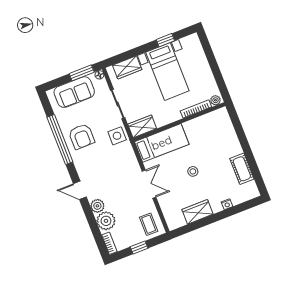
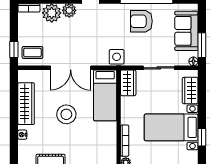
side table: (117, 136) -> (117, 57), moved
stool: (193, 171) -> (66, 114), width x1.89, depth x1.89
double door: (149, 184) -> (71, 68), width x1.37
wardrobe: (197, 212) -> (26, 104), width x1.50
window: (139, 248) -> (14, 50), moved

